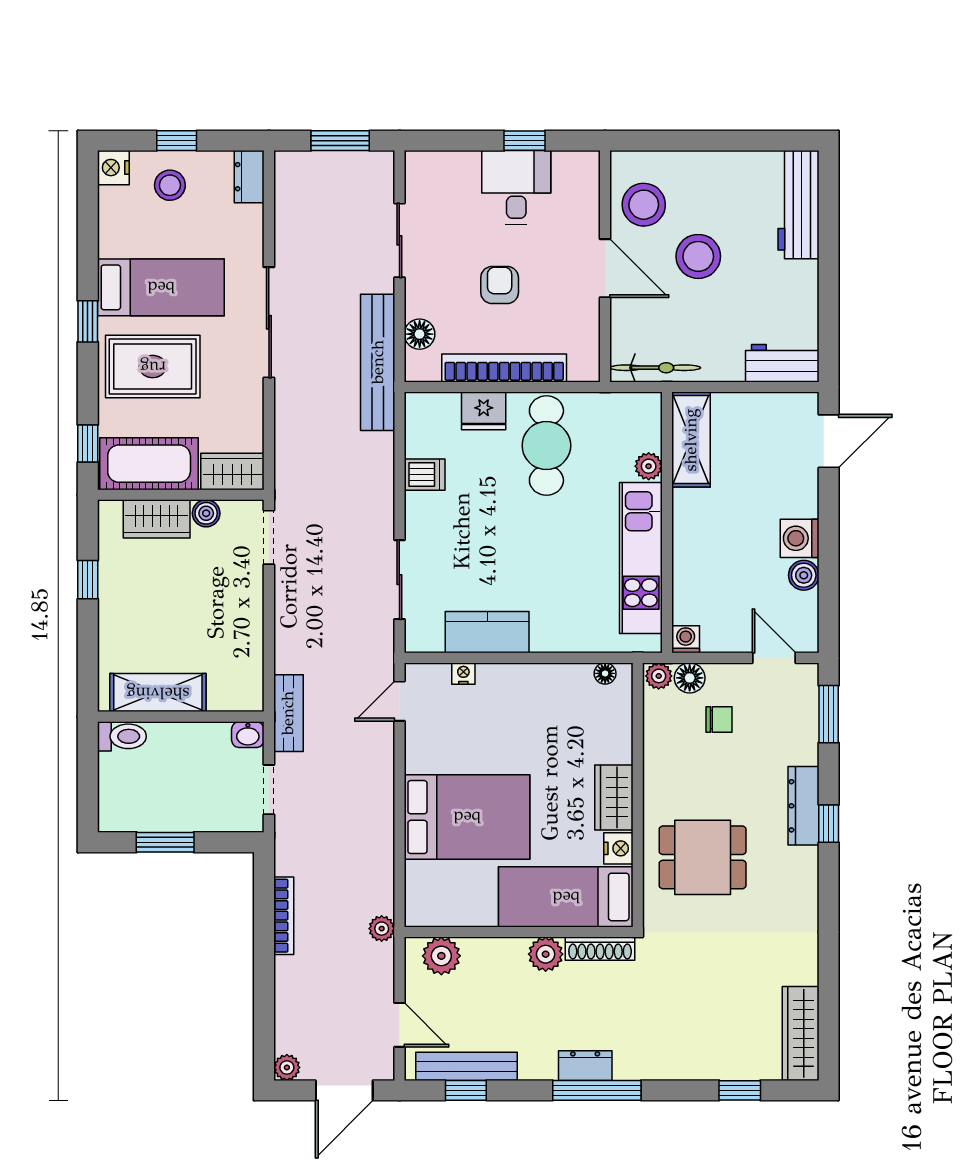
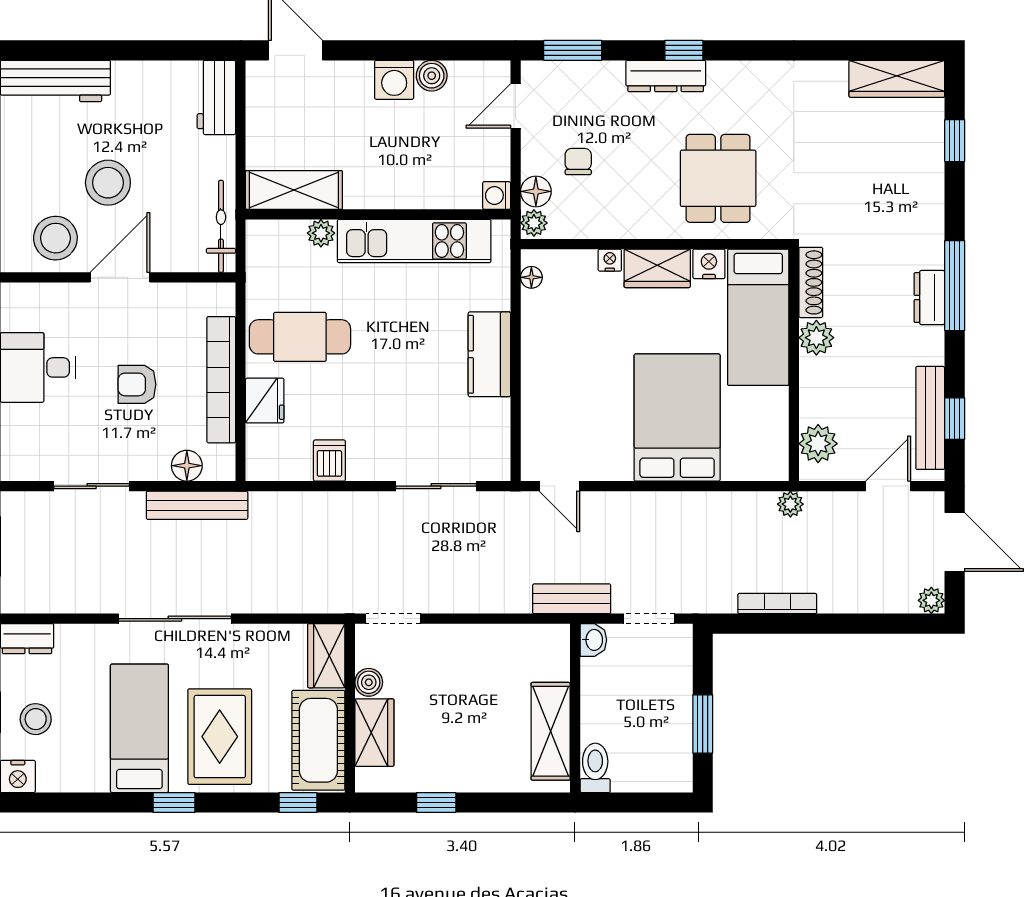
bench: (378, 362) -> (197, 505), width x0.73, depth x0.82
kitchen counter: (487, 632) -> (489, 354), moved
nightstand: (463, 674) -> (610, 260), moved, turned 90

